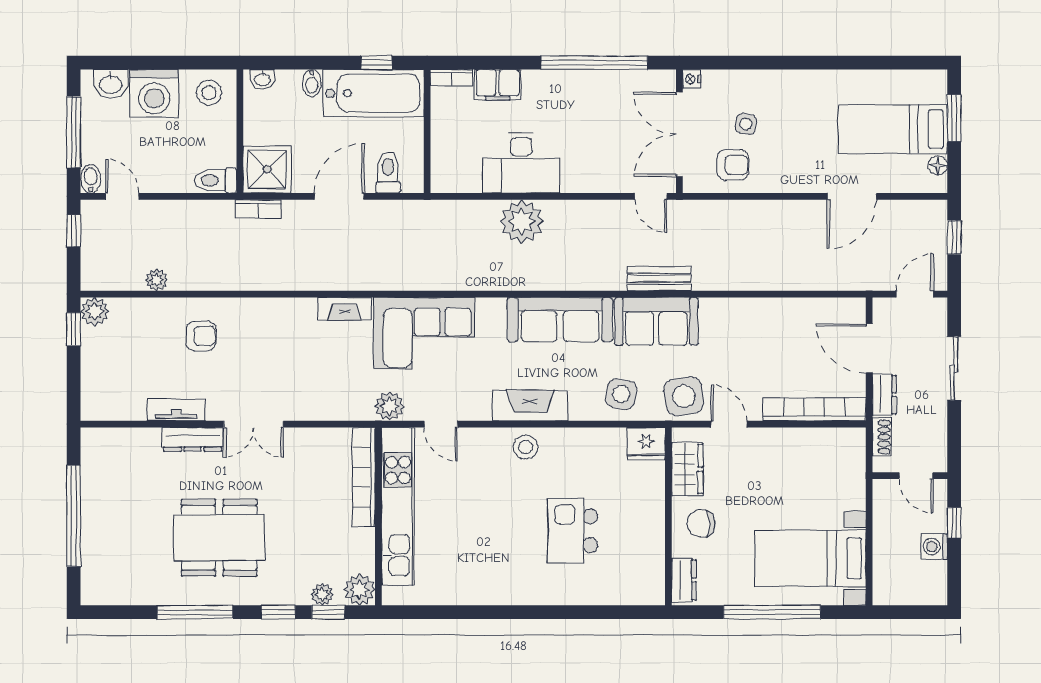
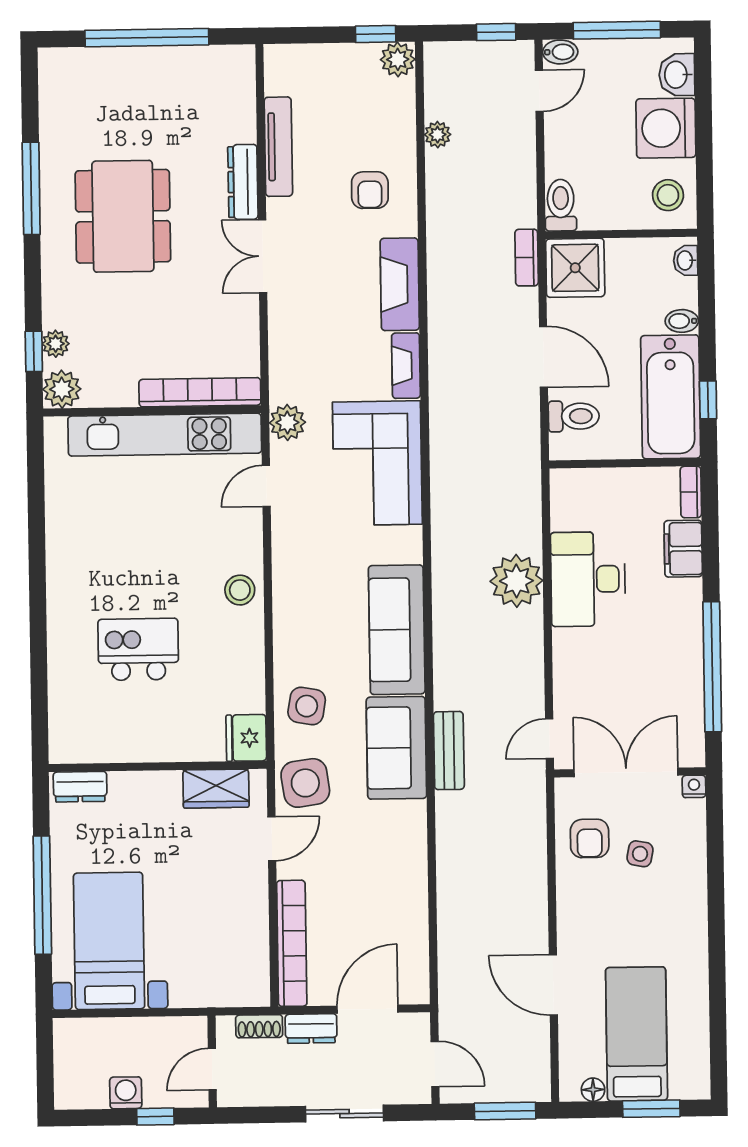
window: (954, 237) -> (505, 1111), width x1.50
fireplace: (530, 405) -> (400, 284), moved, turned 180
tv unit: (176, 410) -> (278, 147), width x1.41
chair: (701, 523) -> (150, 806), removed
window: (278, 612) -> (33, 290), removed

